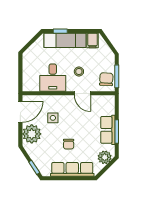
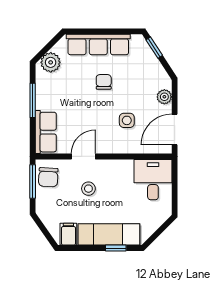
desk: (53, 78) -> (153, 180), moved
door: (82, 93) -> (83, 157), hinge flipped
row of seats: (108, 130) -> (46, 132), moved
plant: (32, 134) -> (164, 97), width x0.53, depth x0.53

